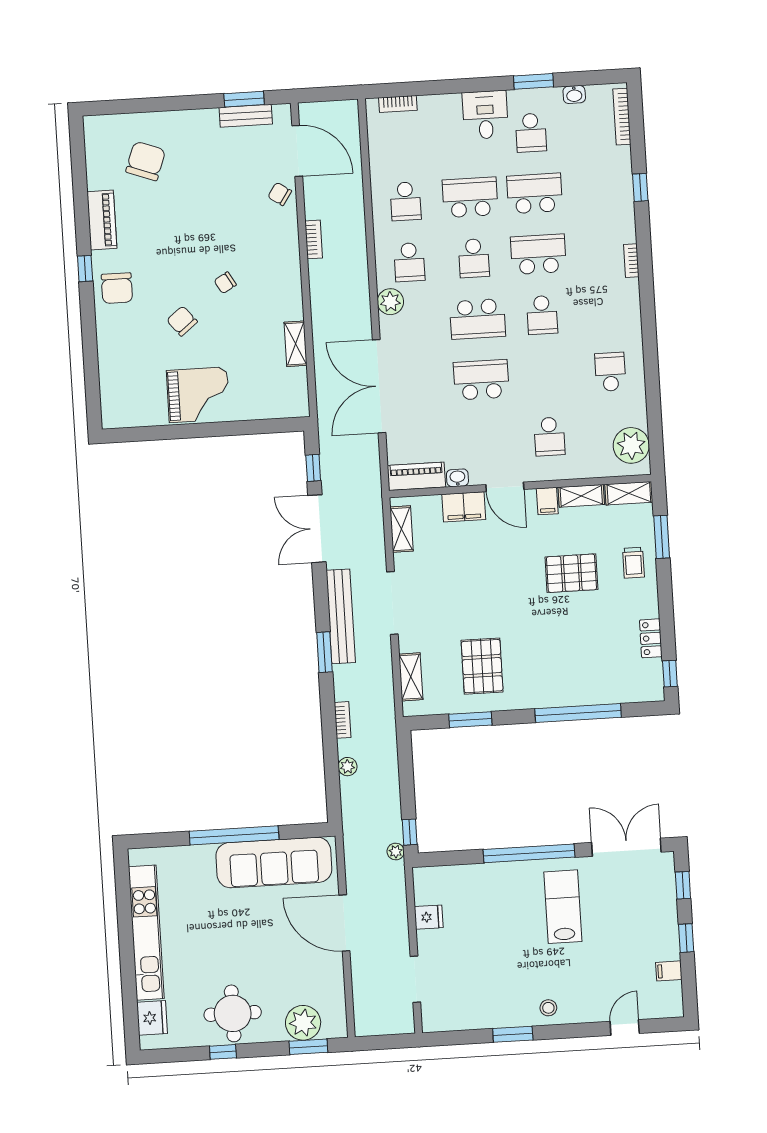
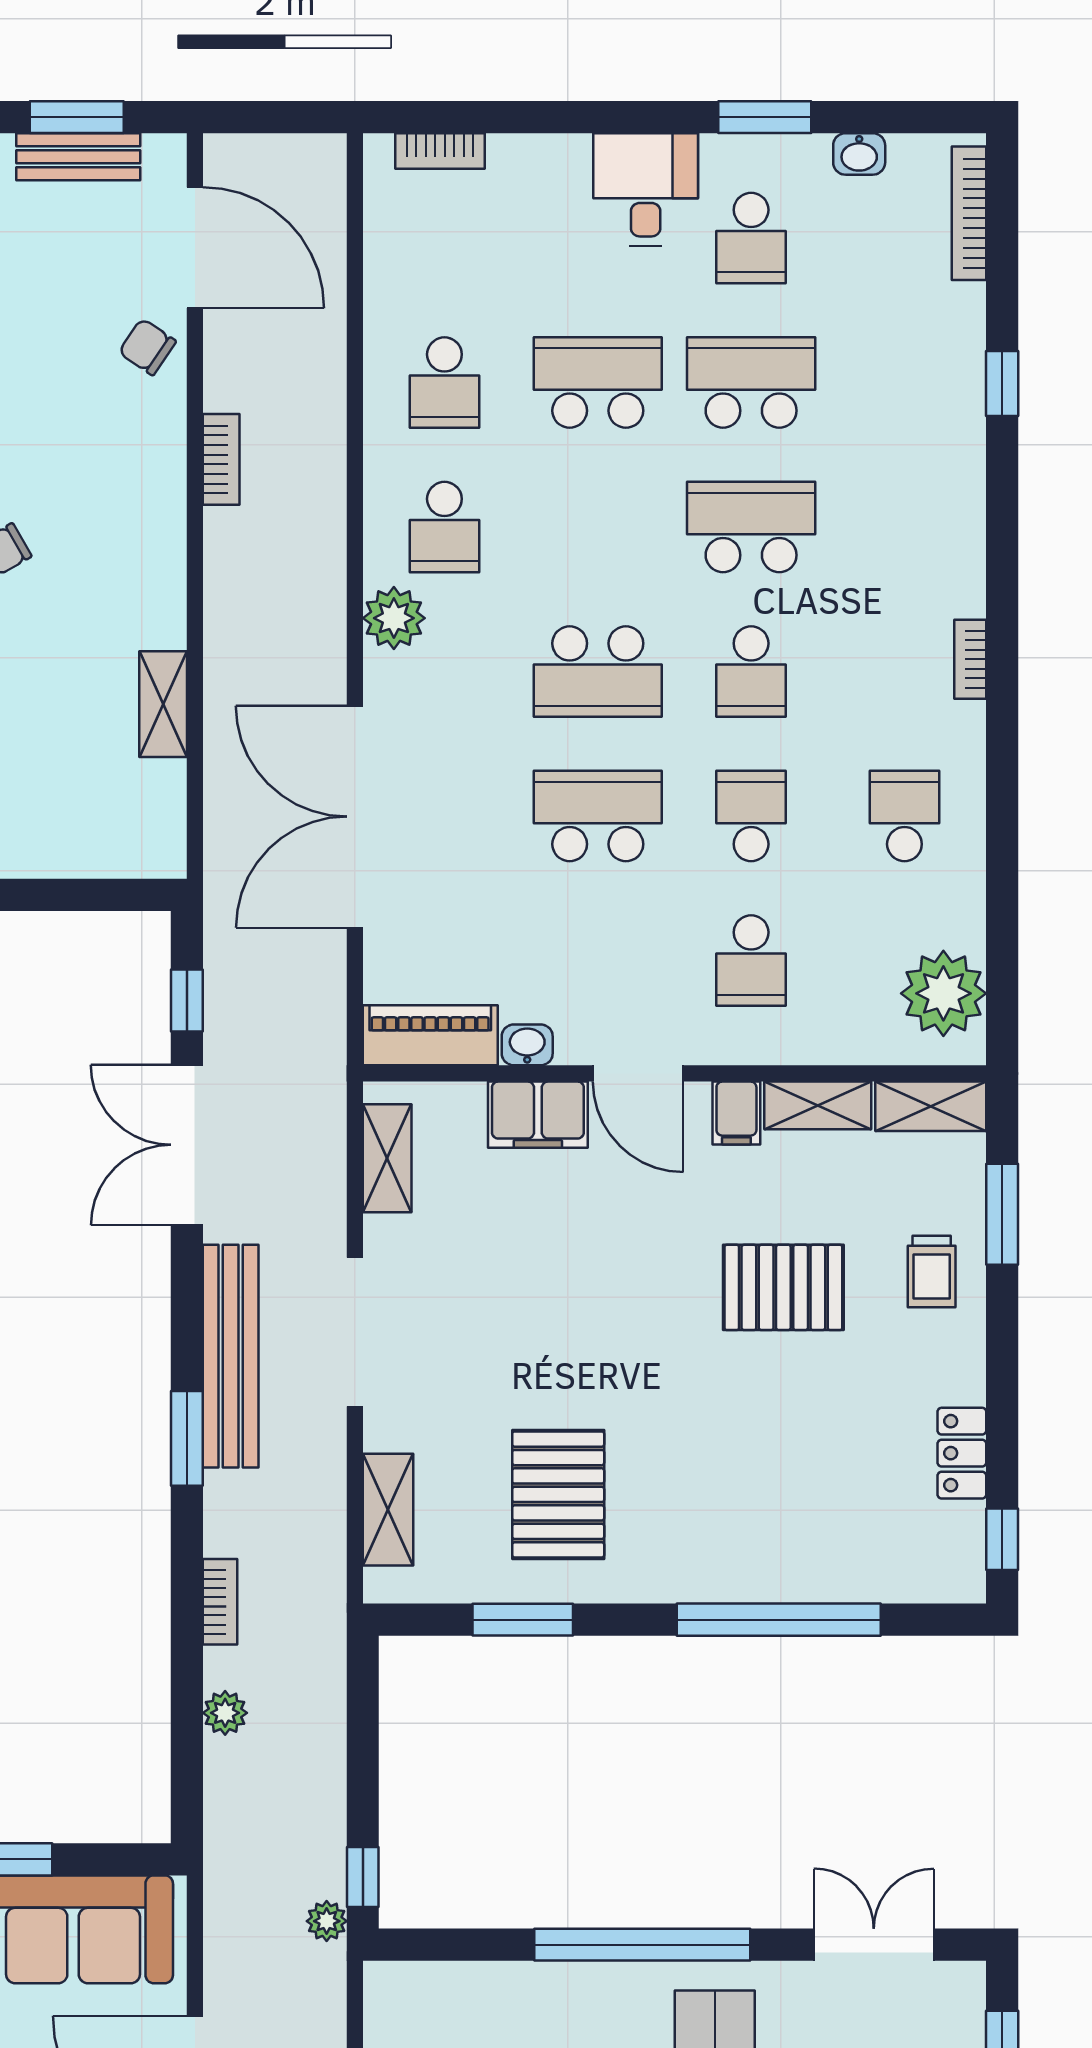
school desk: (474, 258) -> (751, 816), moved, turned 180
bookcase: (631, 261) -> (970, 659), moved
double door: (626, 847) -> (874, 1945), width x0.73

